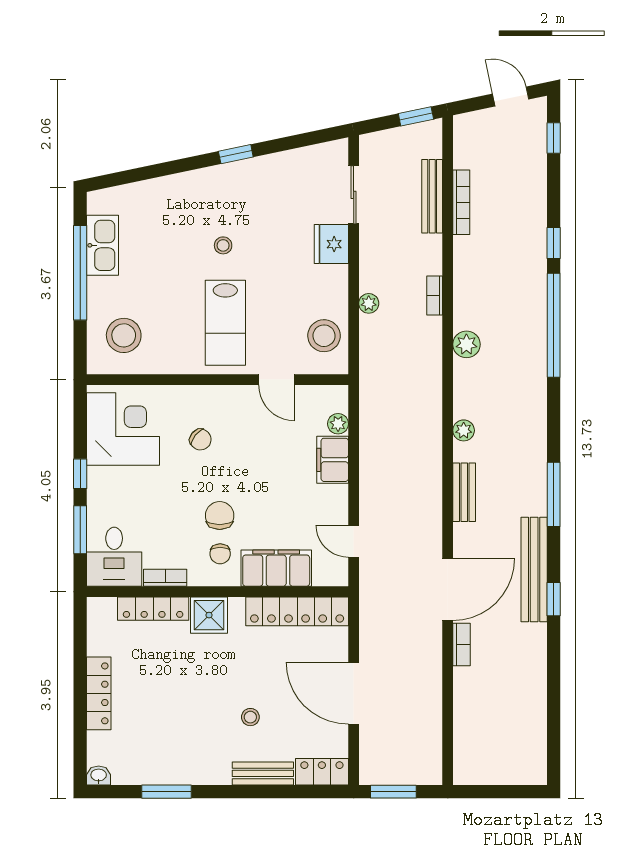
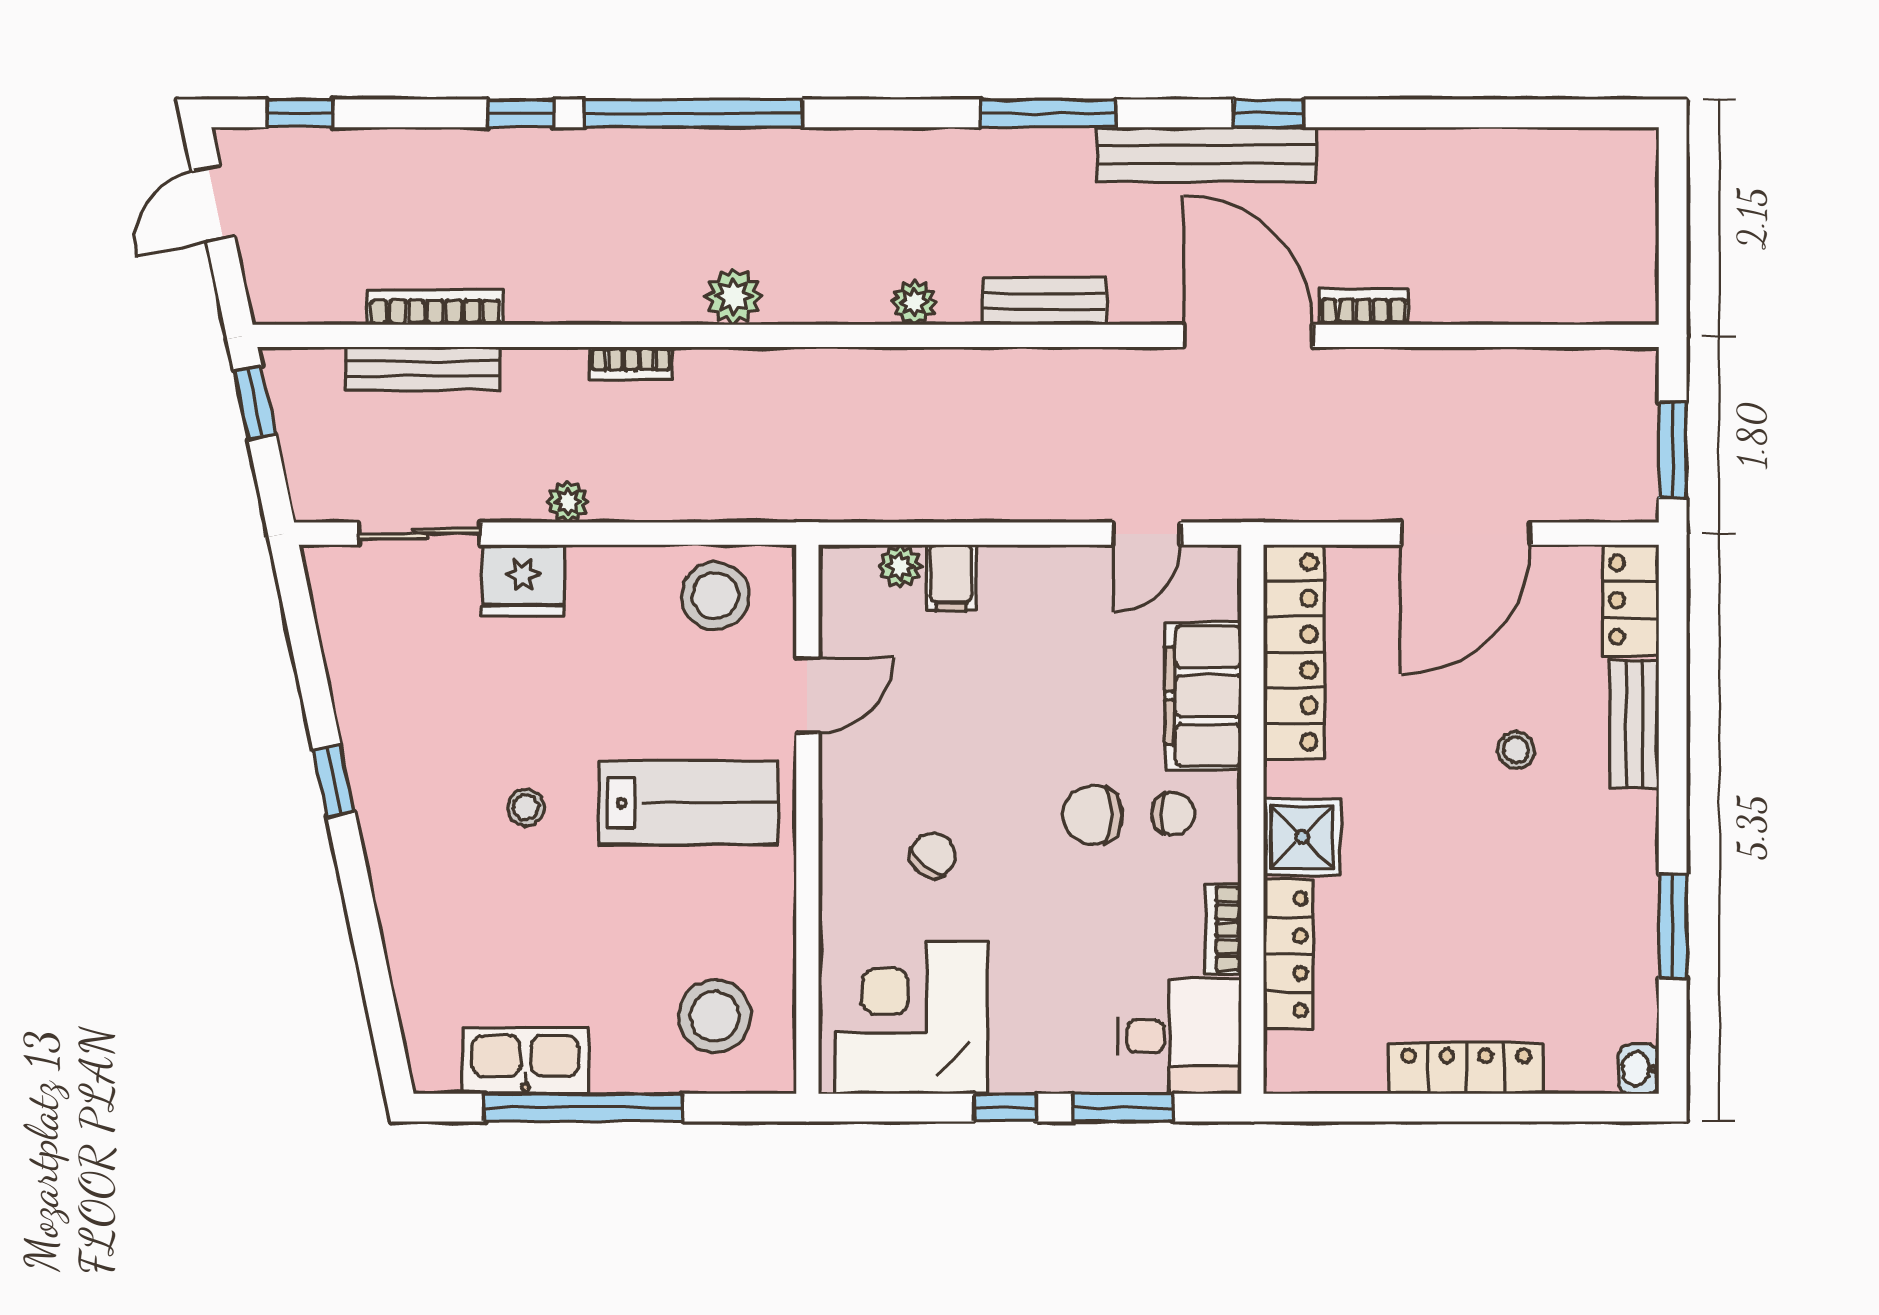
plant: (369, 303) -> (568, 502), moved
filing cabinet: (333, 460) -> (951, 578), width x0.50

